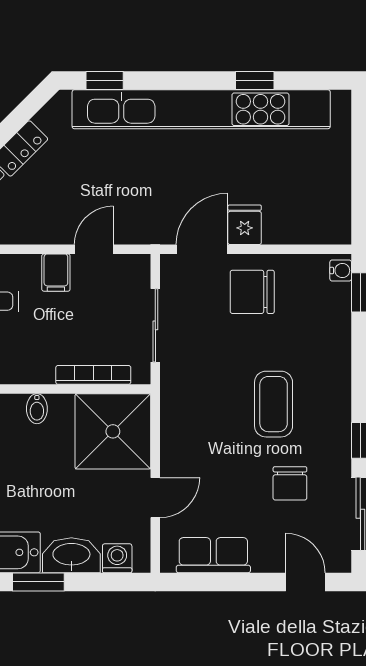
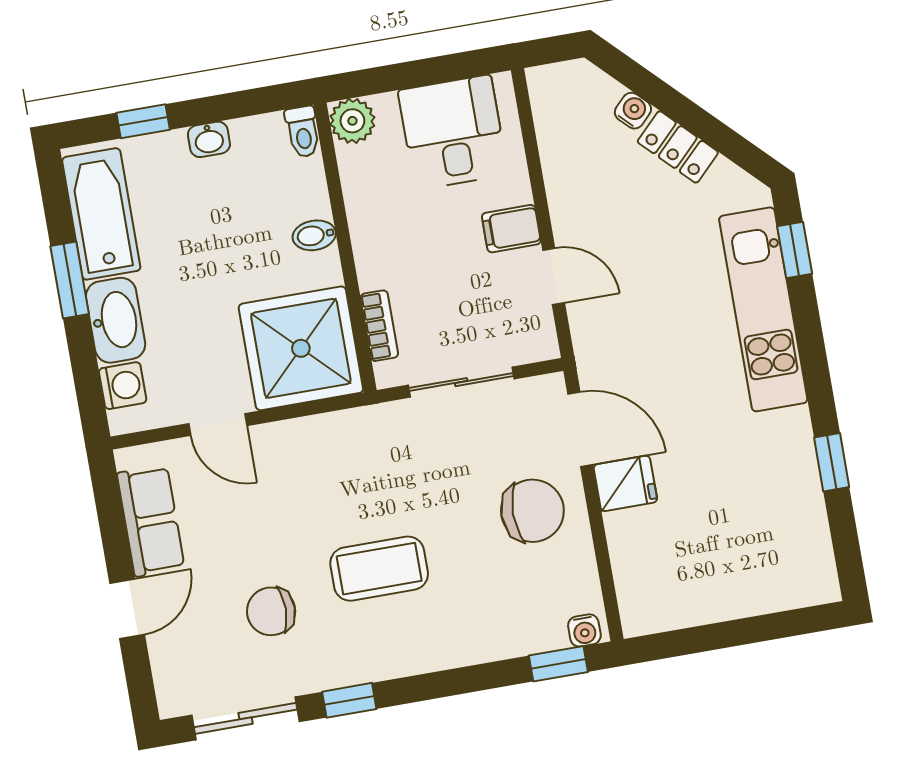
kitchen unit: (201, 109) -> (763, 309), width x0.54
chair: (252, 292) -> (532, 511), turned 90
bookcase: (93, 375) -> (379, 326), width x0.64
door: (305, 582) -> (127, 609), moved

